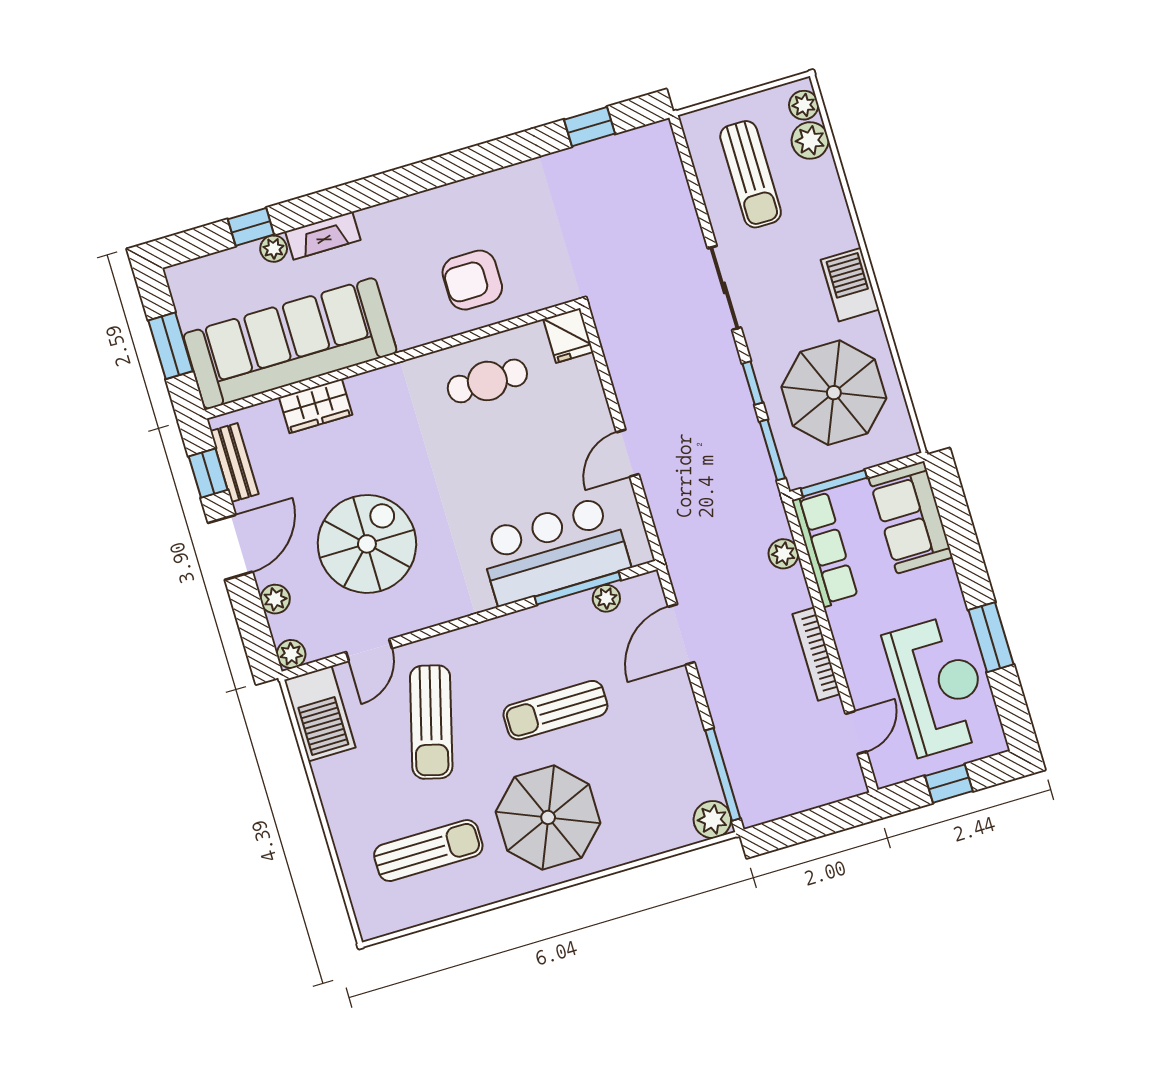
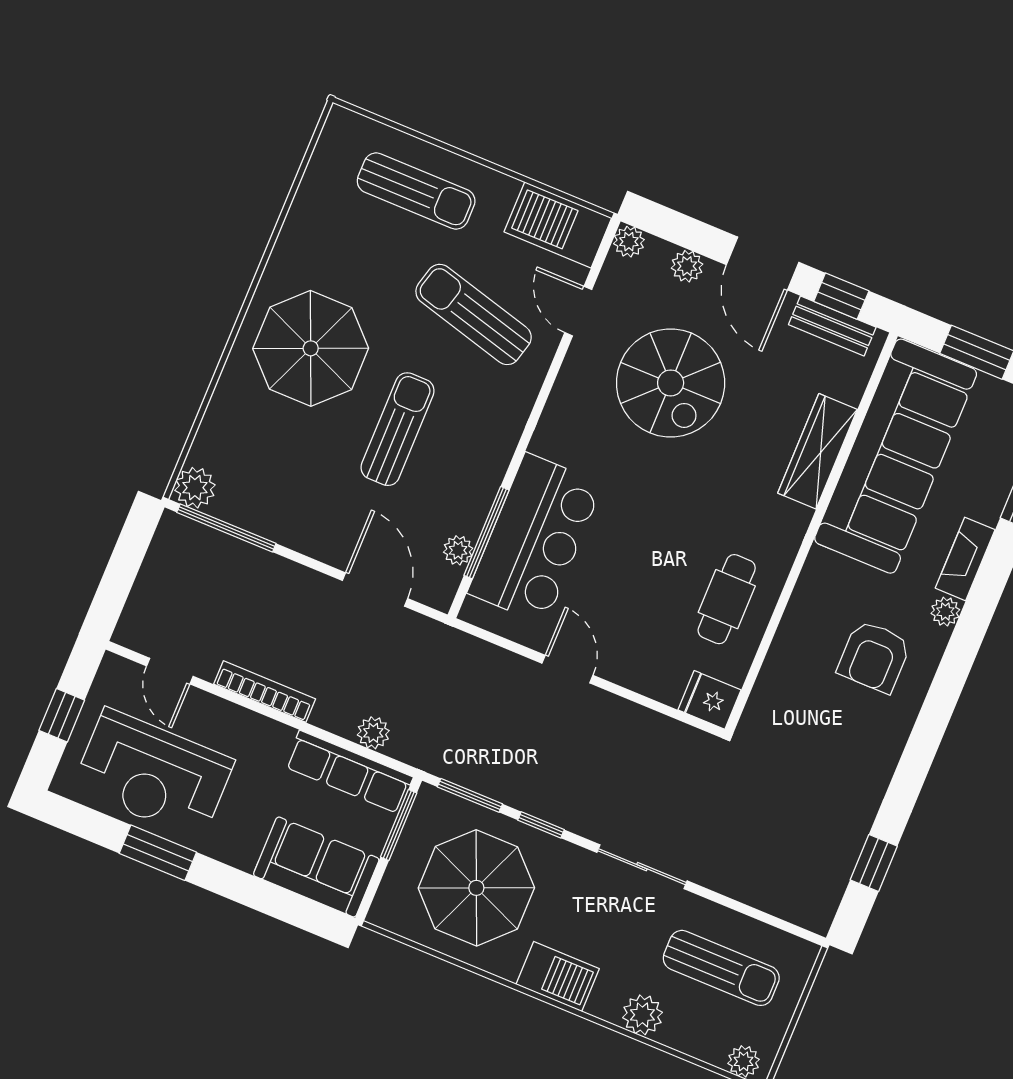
plant: (810, 140) -> (642, 1015), moved
sun lounger: (751, 174) -> (721, 968), turned 180
plant: (274, 249) -> (945, 612), moved
armchair: (472, 280) -> (874, 657), moved, turned 180
wardrobe: (316, 406) -> (818, 451), width x1.50
sun lounger: (428, 851) -> (416, 191), moved, turned -90

